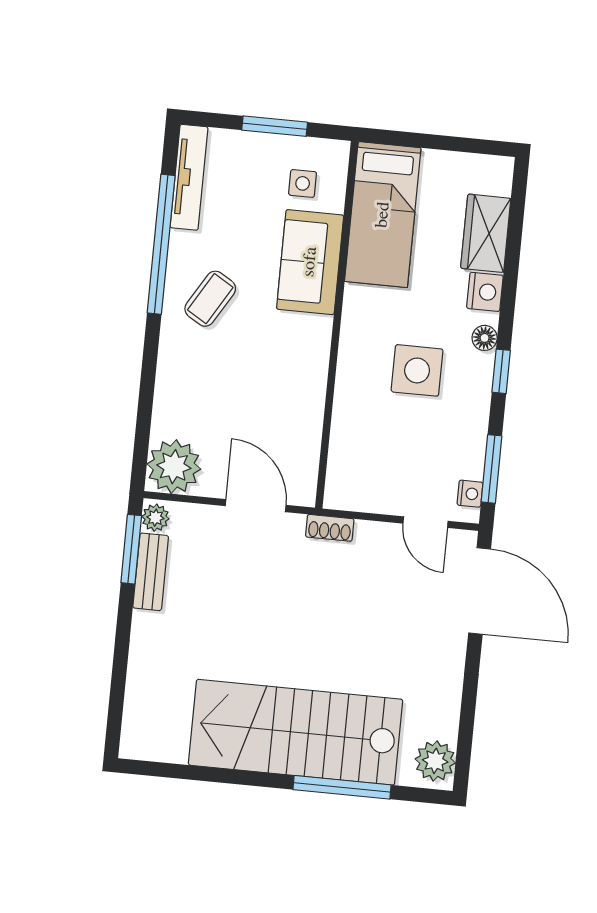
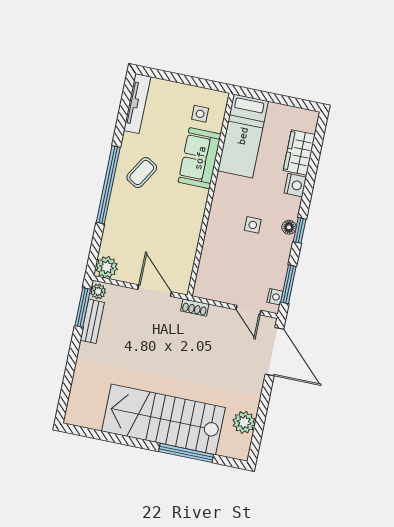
window: (275, 126) -> (188, 80), removed
window: (161, 244) -> (108, 185), moved
floor lamp: (485, 338) -> (289, 227), moved
side table: (417, 370) -> (253, 225), width x0.54, depth x0.54
plant: (174, 467) -> (107, 267), width x0.73, depth x0.73
plant: (435, 761) -> (244, 422), moved

